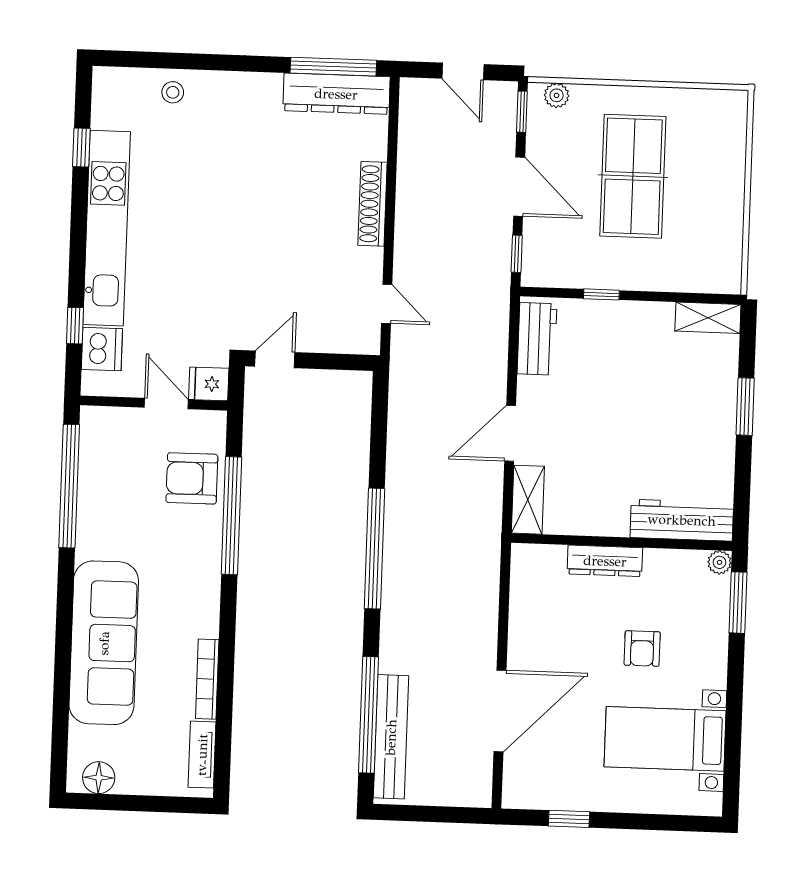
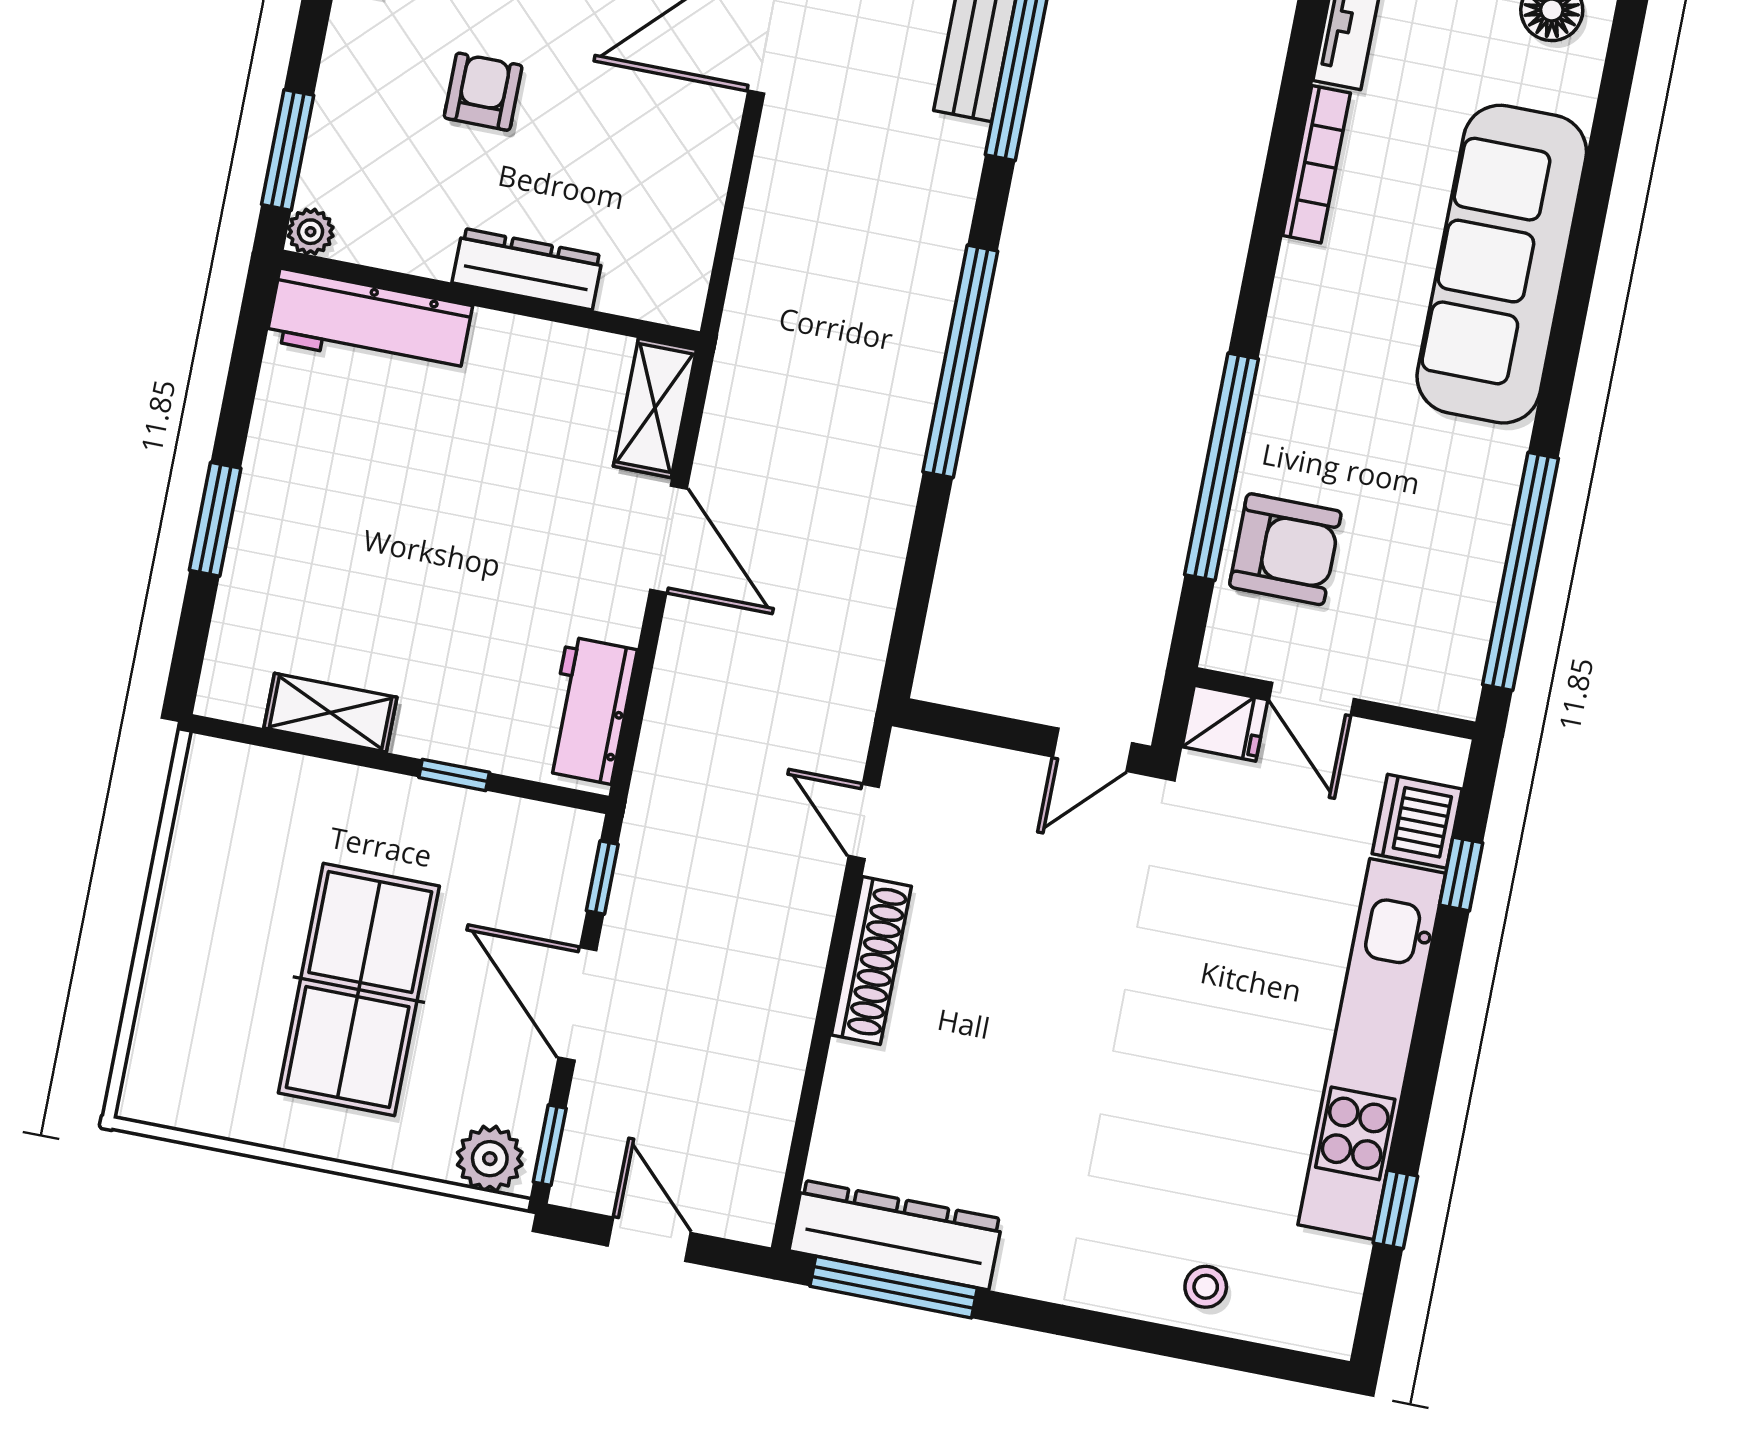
plant: (557, 95) -> (490, 1159), width x1.38, depth x1.38
shoe rack: (373, 204) -> (871, 961), moved
shelving: (708, 318) -> (330, 713), moved
door: (510, 433) -> (669, 539), hinge flipped

